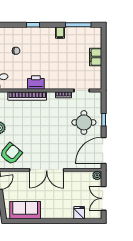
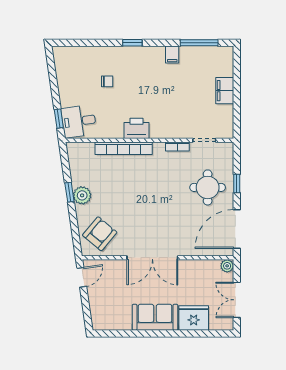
sofa: (25, 210) -> (155, 317), moved
fridge: (79, 213) -> (194, 318), width x1.88, depth x1.34

